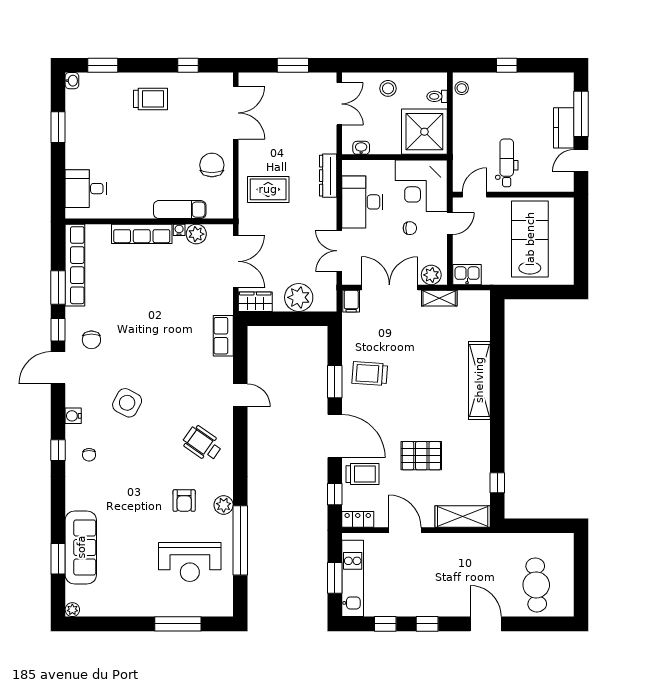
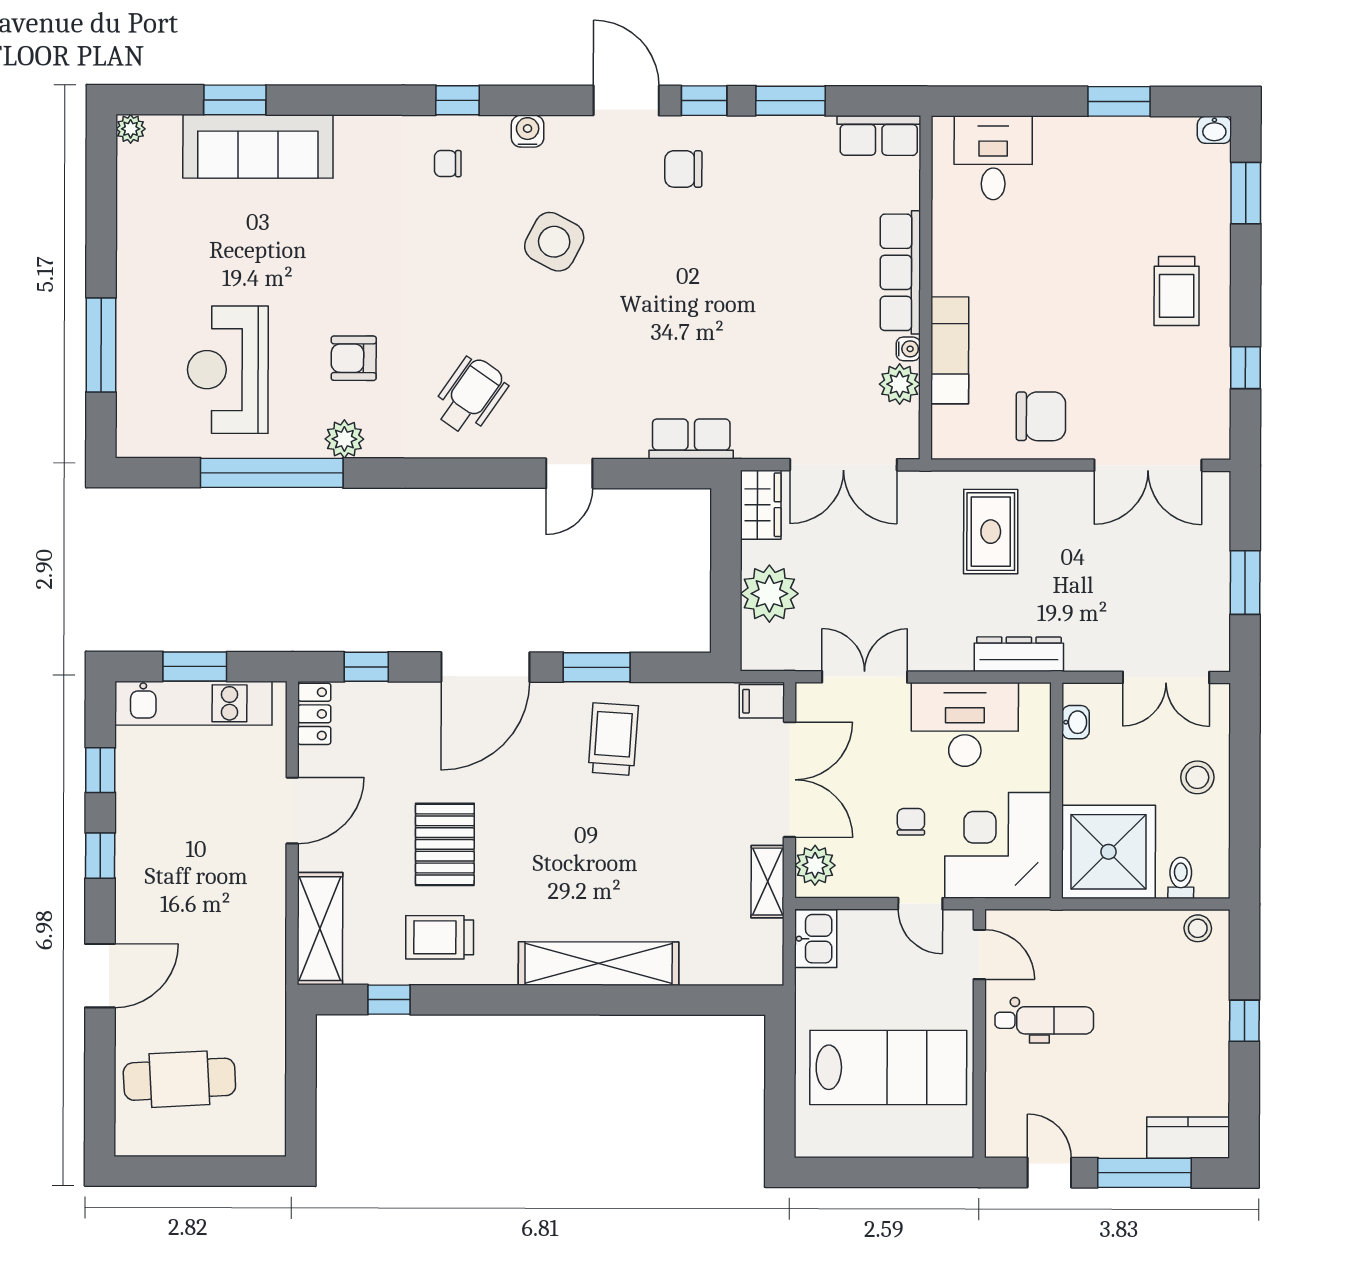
kitchen counter: (564, 128) -> (1188, 1138), moved
chair: (410, 228) -> (911, 822), turned 180
row of seats: (75, 265) -> (879, 136), width x0.50
trolley: (363, 474) -> (440, 937), moved, turned 90

